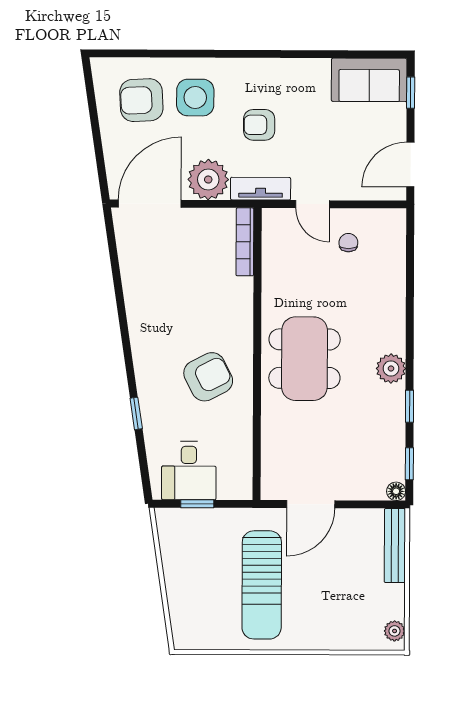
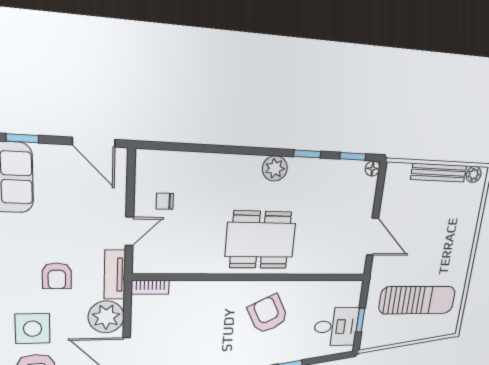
bookcase: (245, 242) -> (150, 287), width x0.64
bench: (395, 546) -> (439, 173), moved
sun lounger: (262, 585) -> (417, 300), moved

